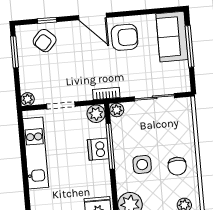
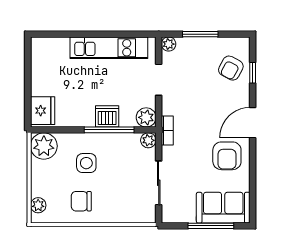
armchair: (45, 41) -> (231, 68), turned -104
window: (14, 52) -> (200, 34), moved

